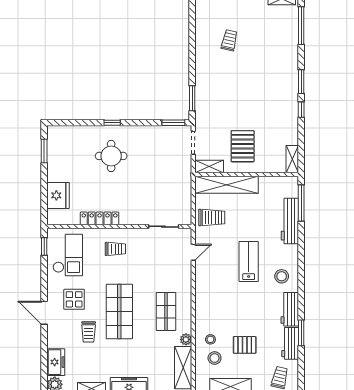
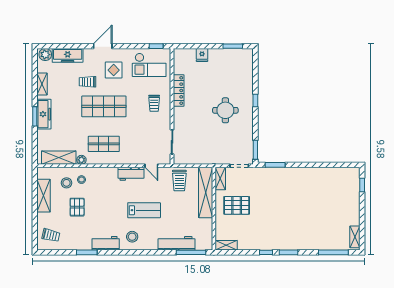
trolley: (229, 40) -> (322, 195), removed
round table: (111, 156) -> (225, 110), moved
fridge: (58, 195) -> (202, 55), width x0.53, depth x0.75
workbench: (290, 343) -> (131, 174), moved, turned 180
freezer: (56, 362) -> (68, 55), width x1.40

